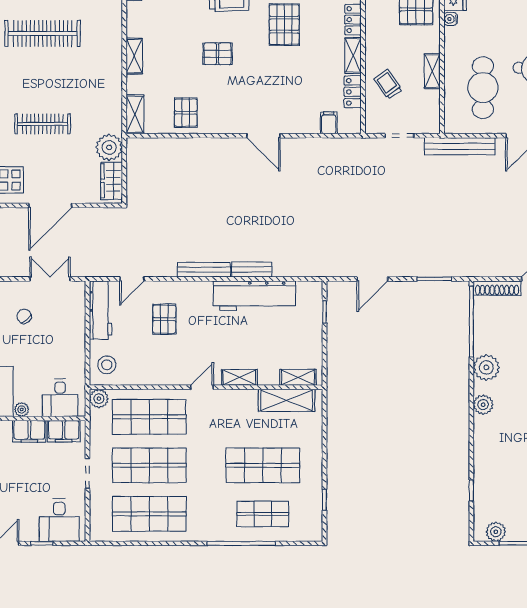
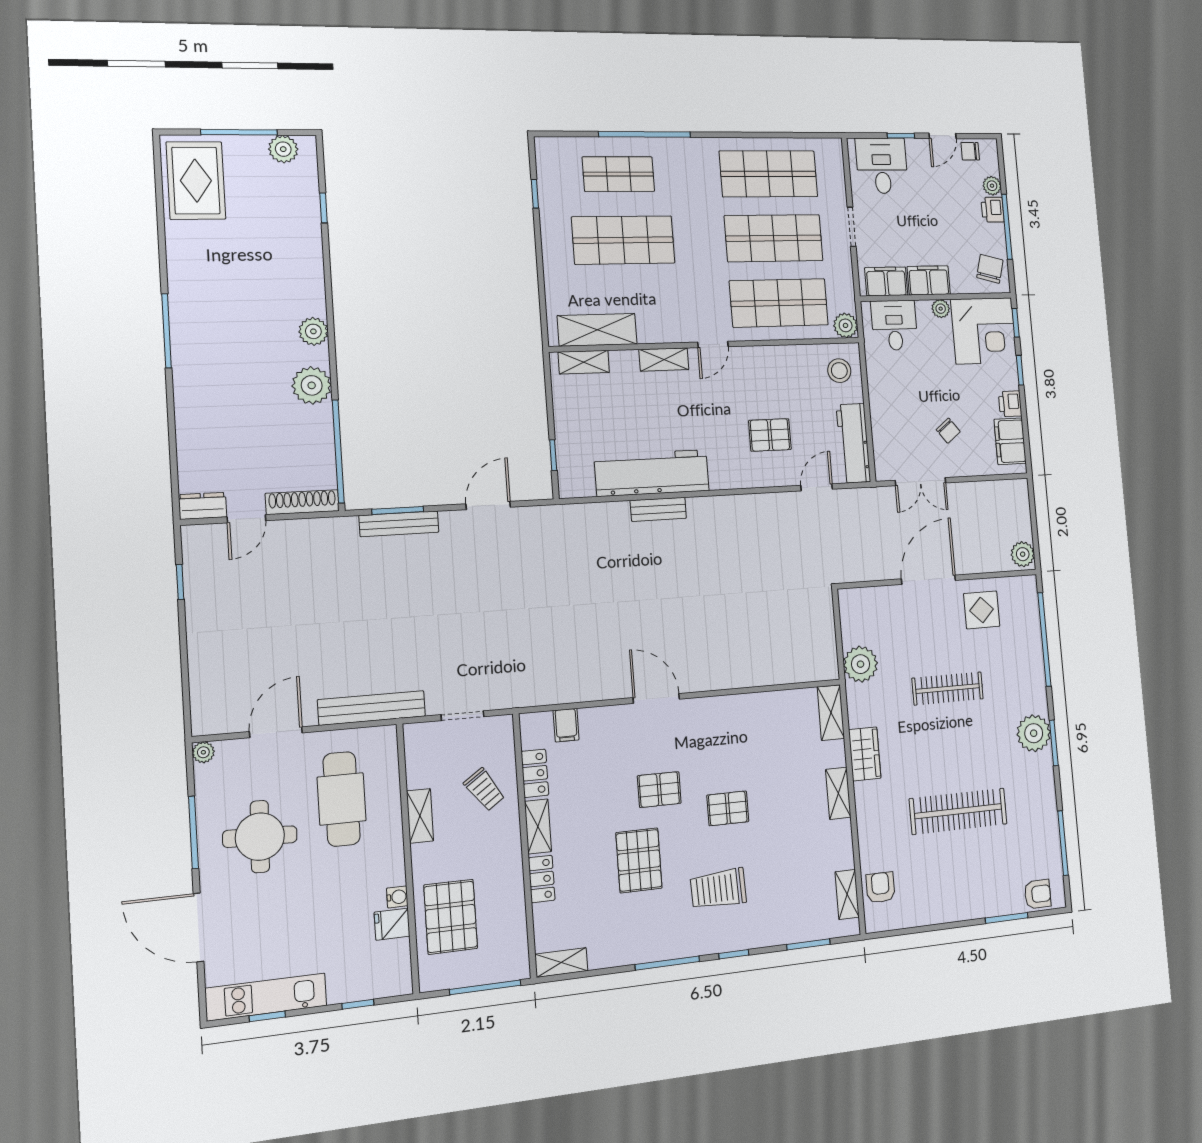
pallet: (186, 113) -> (659, 790), moved, turned 90
wardrobe: (112, 181) -> (865, 754), moved
bench: (204, 270) -> (399, 524), moved
pallet: (164, 319) -> (770, 435), turned 90

